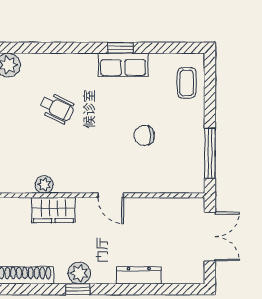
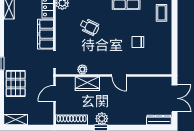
window: (210, 153) -> (174, 52), removed
dresser: (139, 275) -> (159, 120), moved

